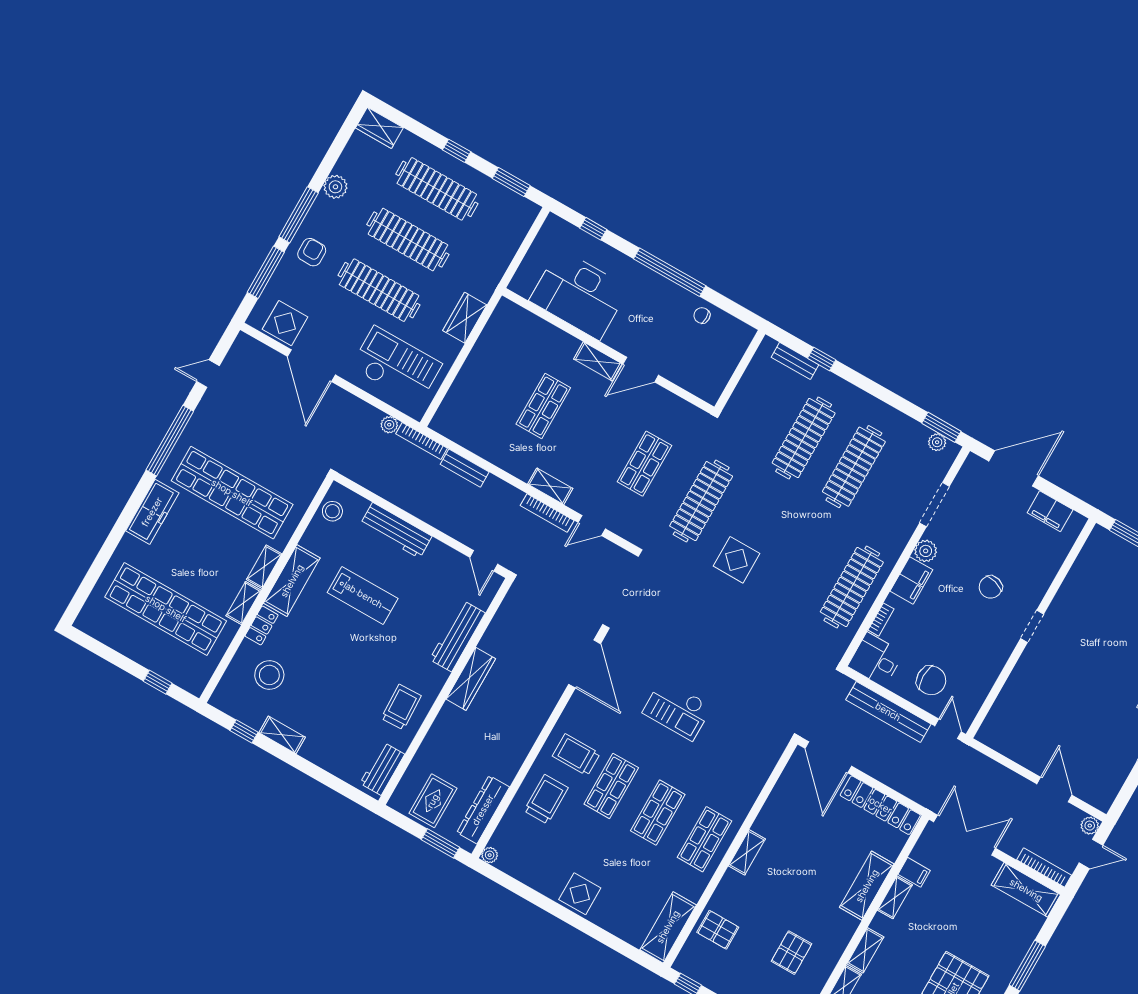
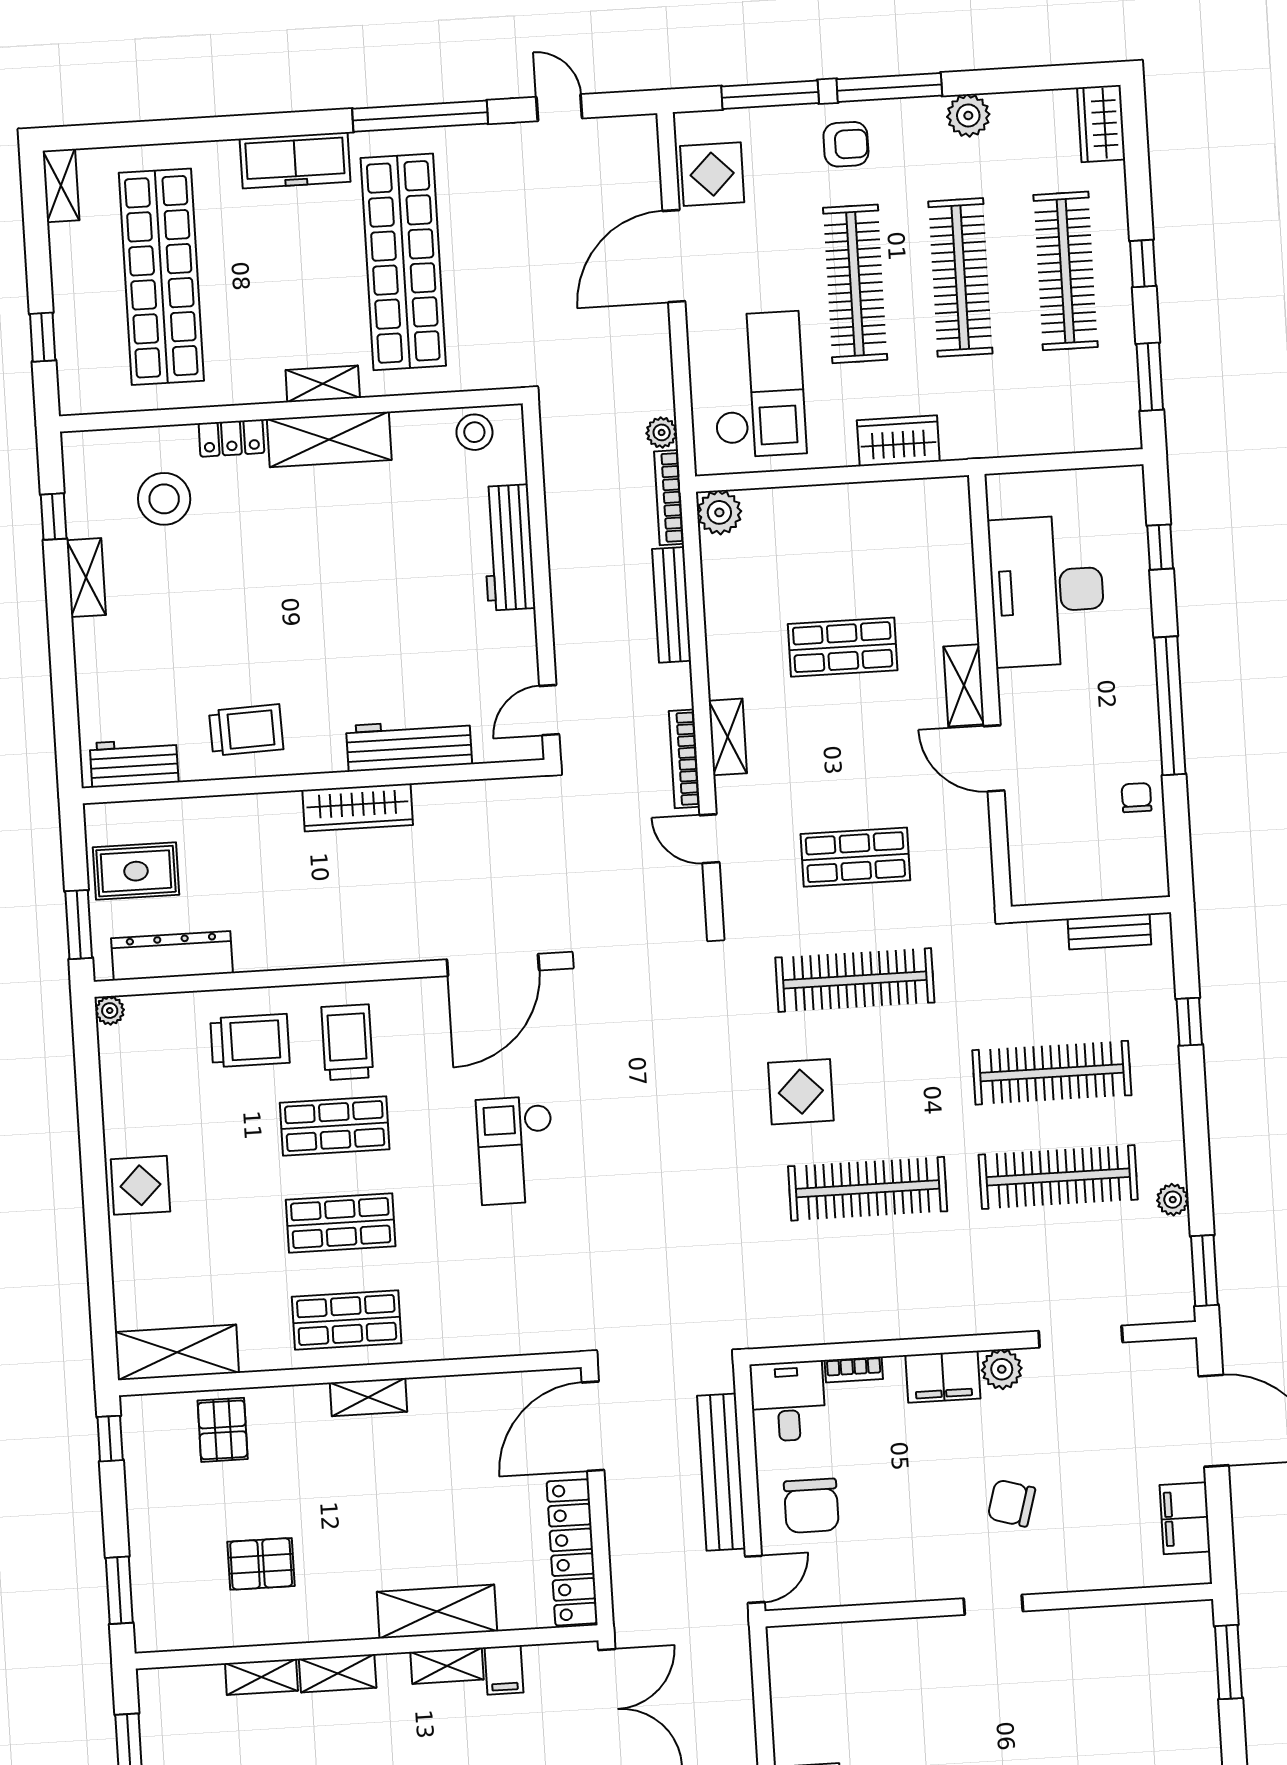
bench: (795, 361) -> (1109, 932), moved, turned 90
plant: (444, 422) -> (719, 512), added
plant: (937, 442) -> (1173, 1200), moved
bench: (465, 468) -> (672, 605), width x1.36
clothes rail: (852, 587) -> (868, 1189), moved
lab bench: (363, 595) -> (377, 561), removed
shelving: (244, 603) -> (61, 186), moved, turned 90

